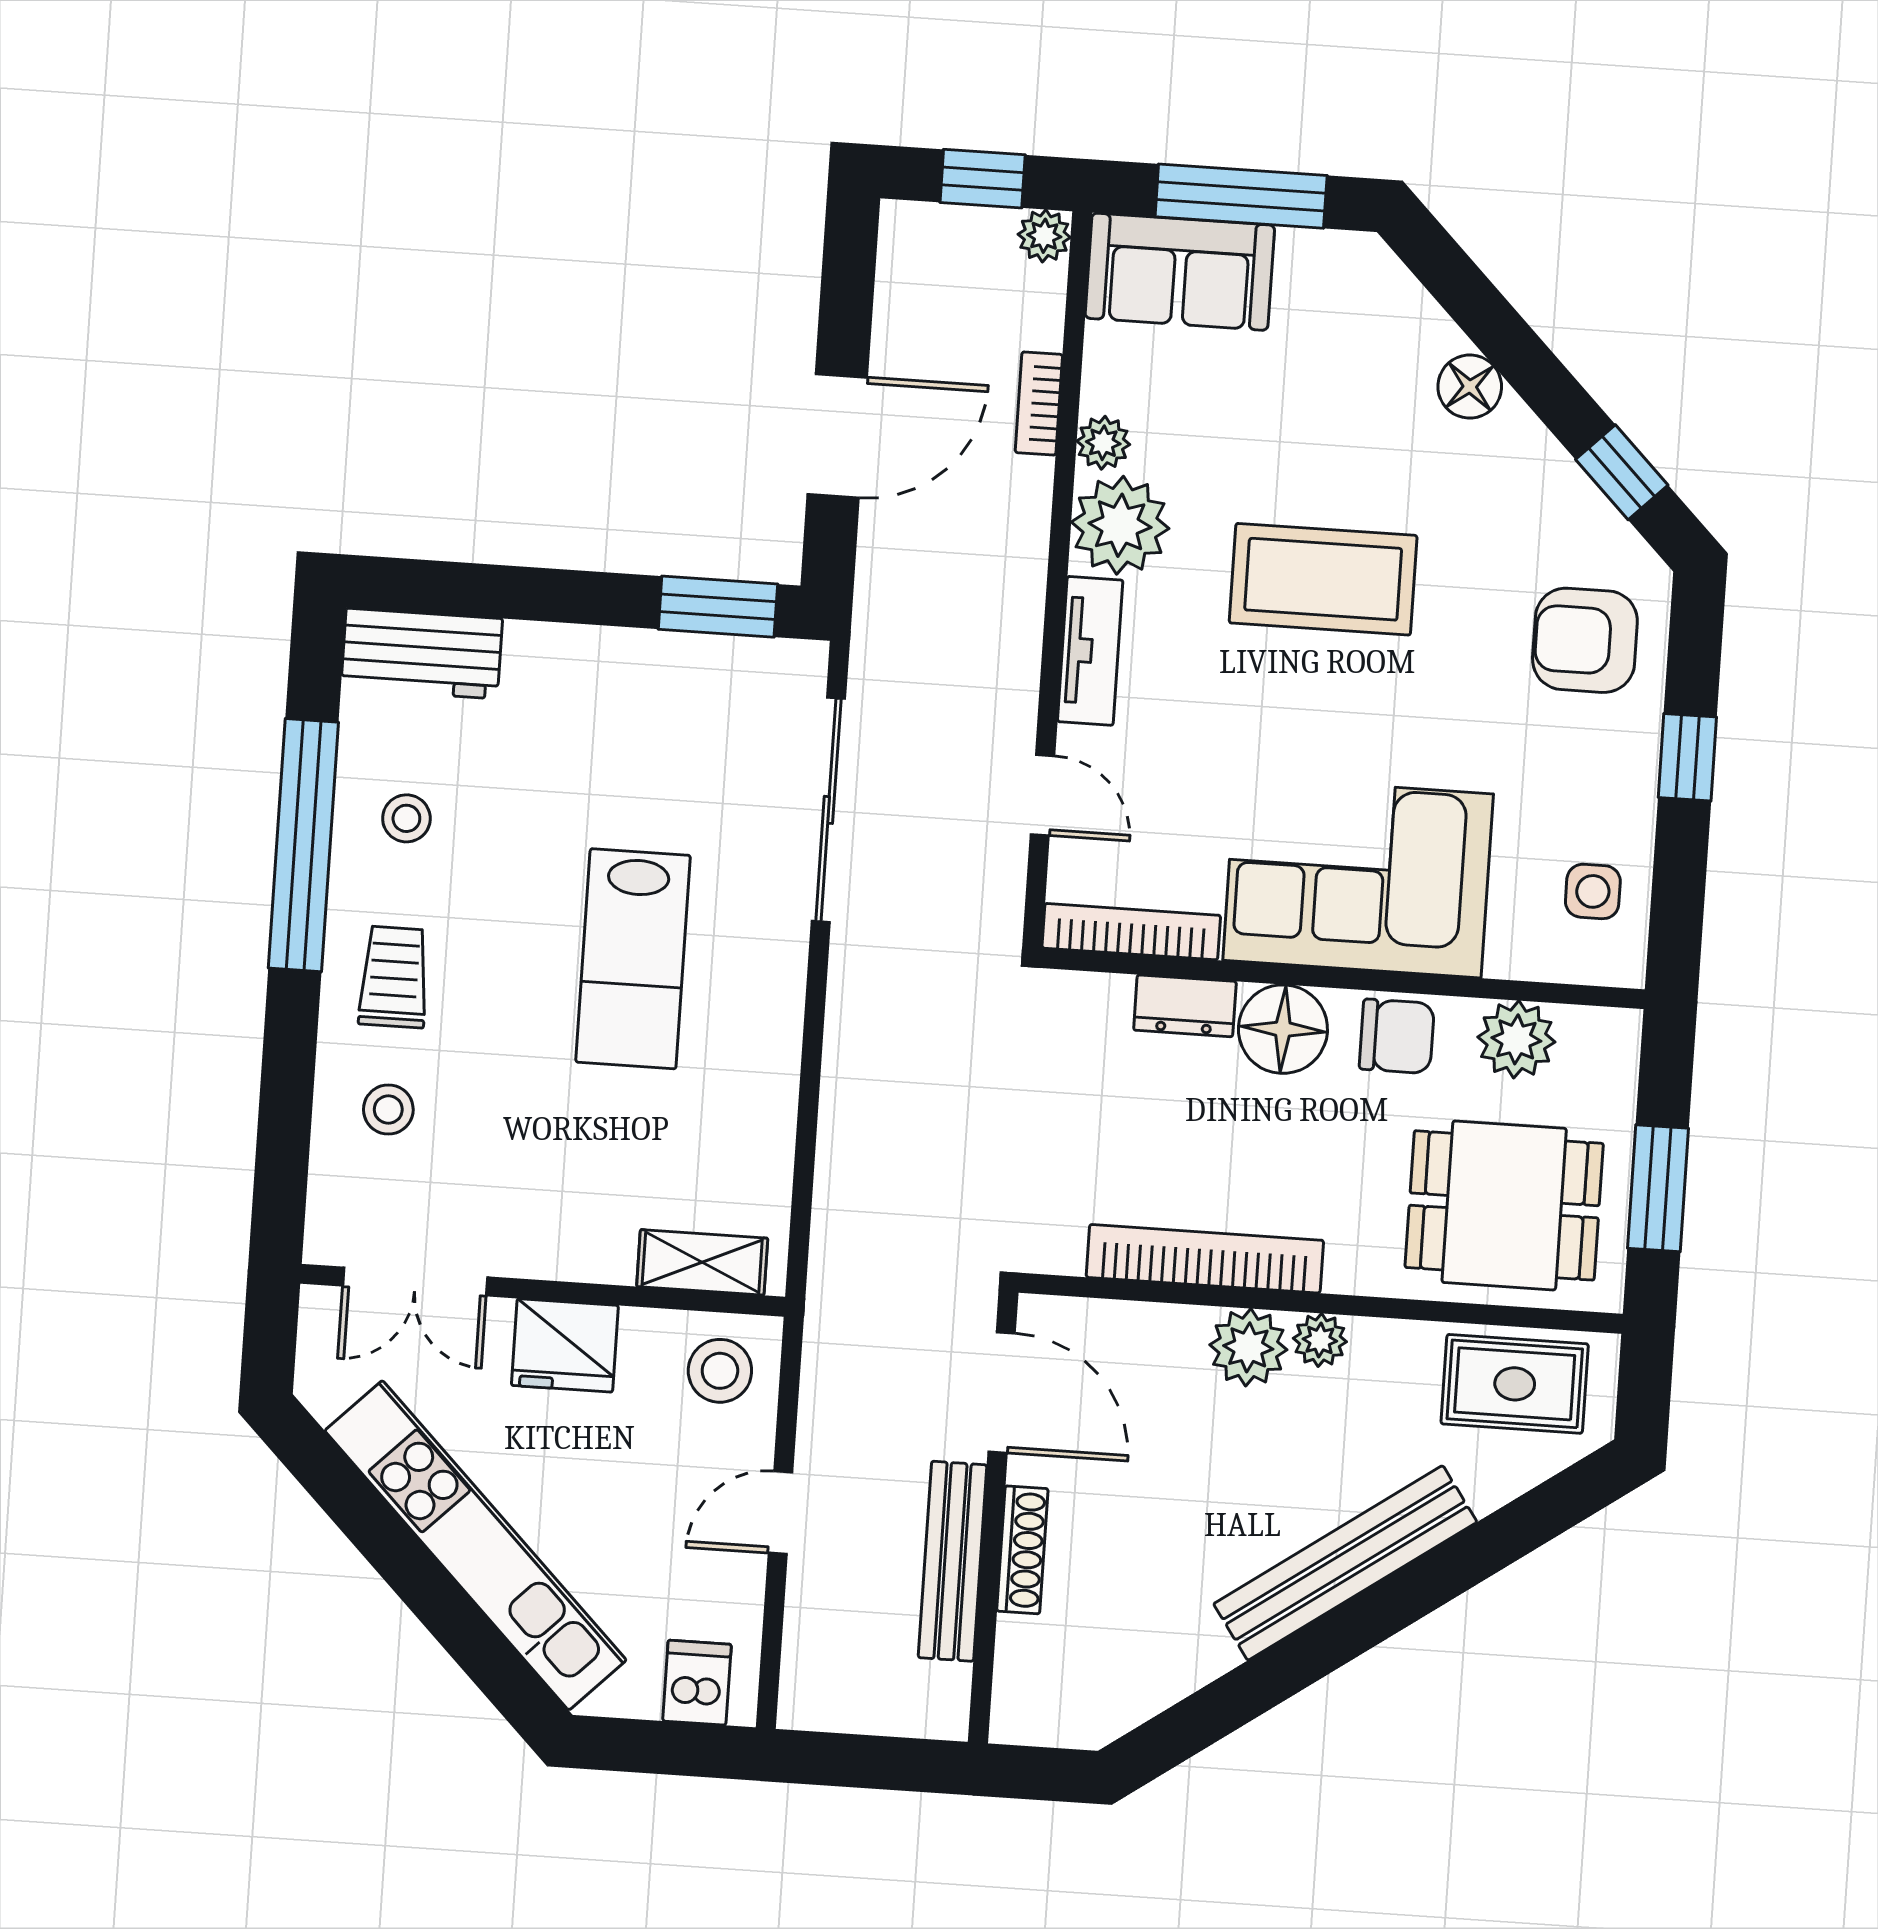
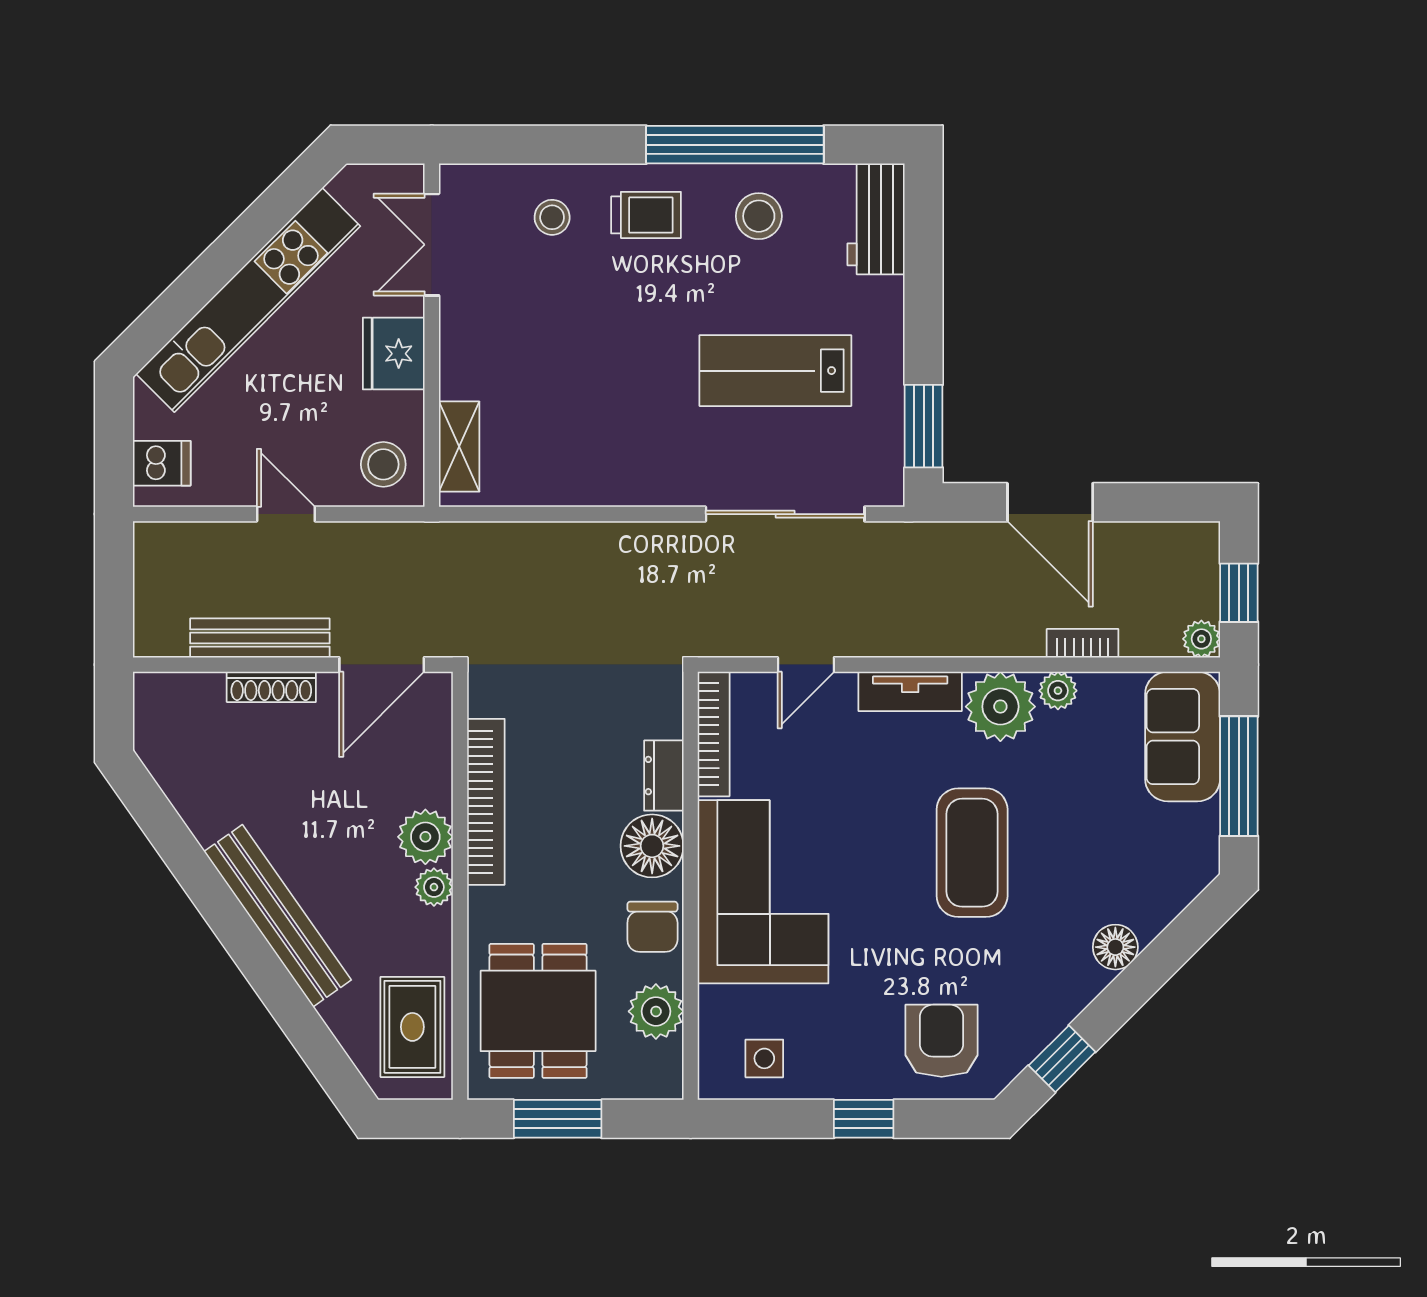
stool: (406, 818) -> (759, 216), width x1.37, depth x1.37
lab bench: (633, 959) -> (775, 371), moved

